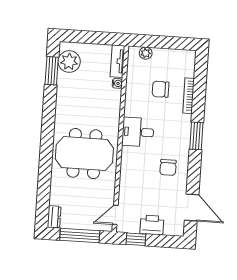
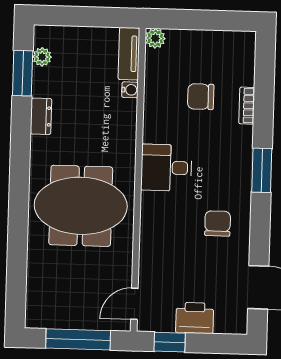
plant: (146, 53) -> (155, 38), moved
plant: (69, 62) -> (42, 57), width x0.53, depth x0.53
bookcase: (189, 96) -> (247, 106), width x0.64
chair: (168, 167) -> (218, 223), turned 180
dresser: (54, 217) -> (41, 116), moved

